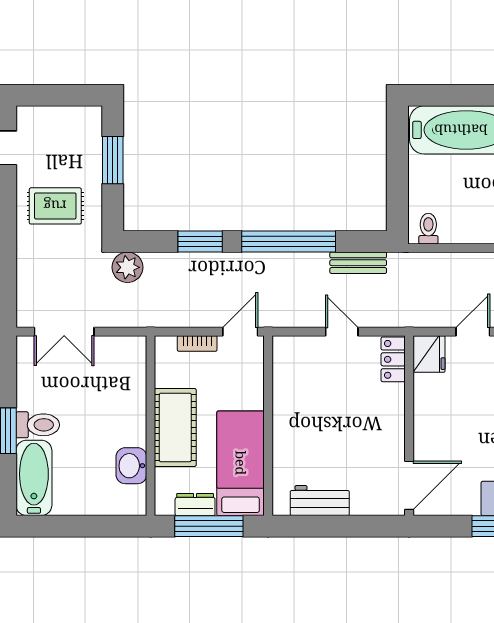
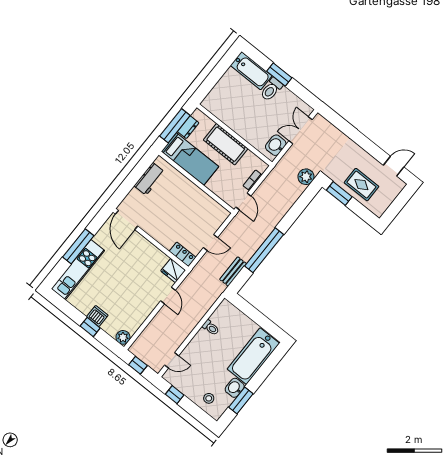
window: (113, 160) -> (339, 194), moved
rug: (55, 206) -> (361, 185), moved, turned 90
toilet: (428, 229) -> (211, 328), moved
window: (200, 242) -> (293, 214), removed
washbasin: (131, 466) -> (276, 145), moved, turned -90

